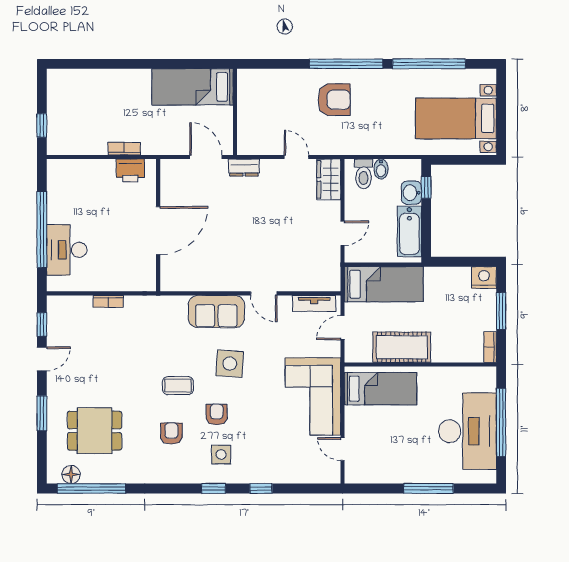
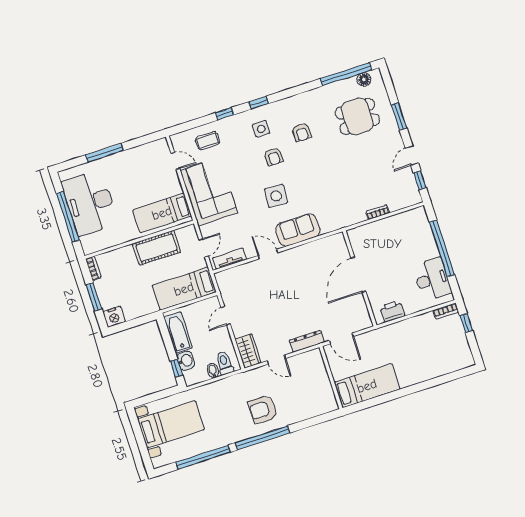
bookcase: (124, 149) -> (446, 311), moved
dresser: (244, 168) -> (307, 341), width x1.44
desk: (67, 250) -> (432, 279), moved
coffee table: (178, 386) -> (208, 141), moved

